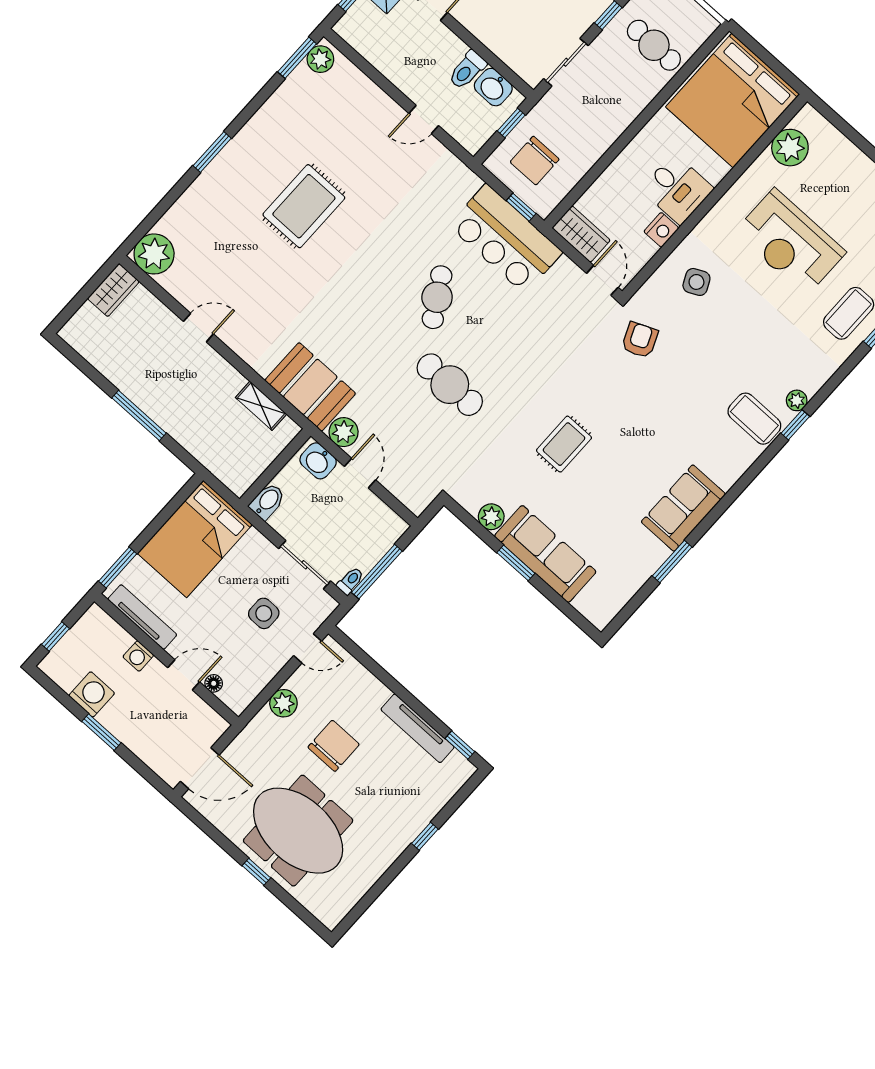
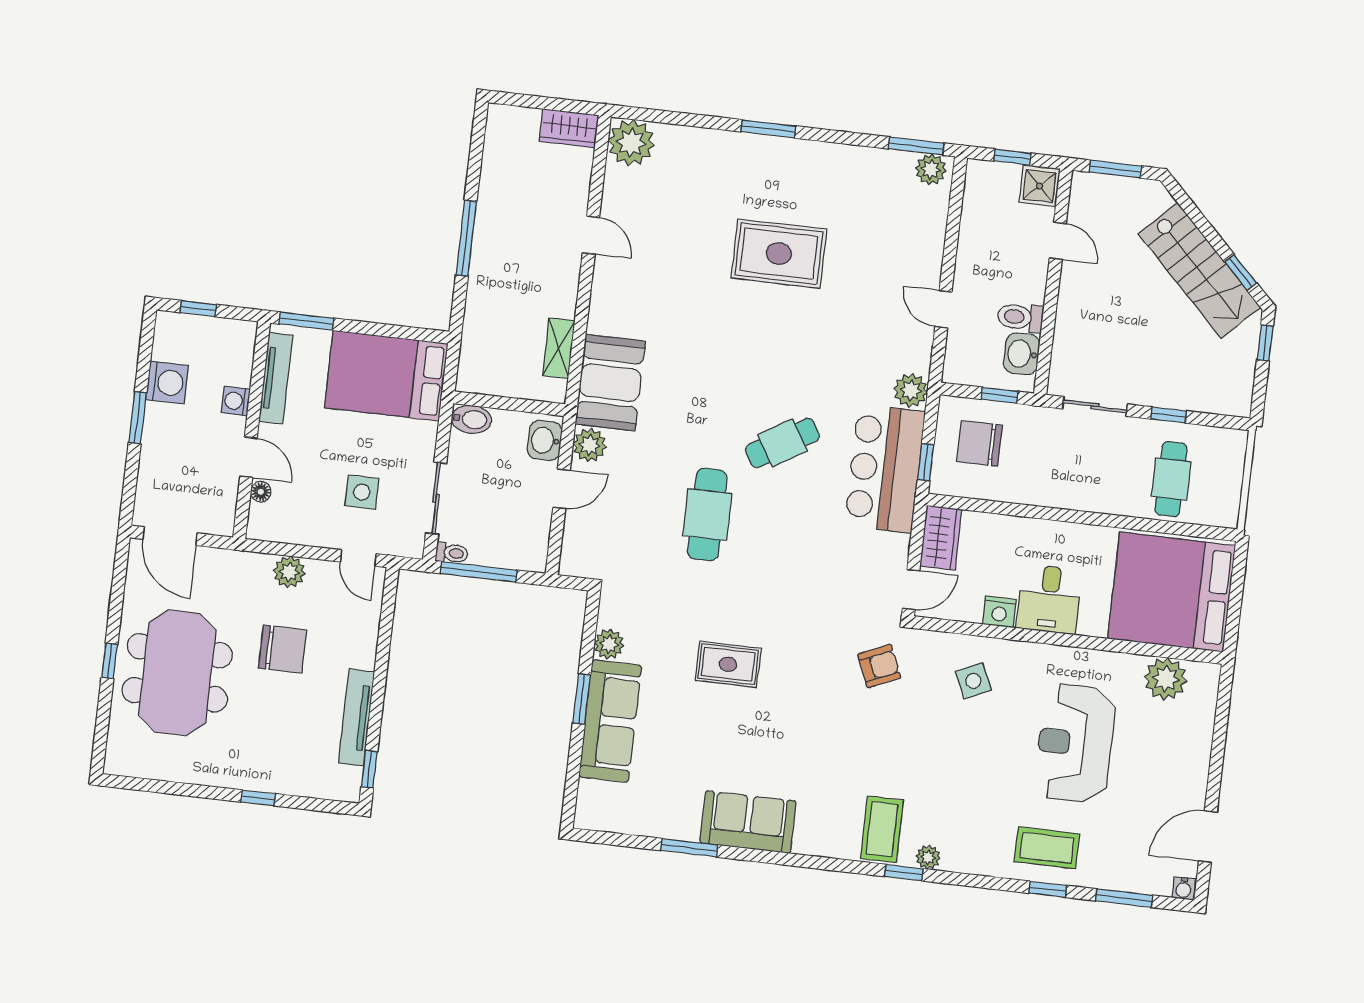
plant: (464, 182) -> (911, 390), added

